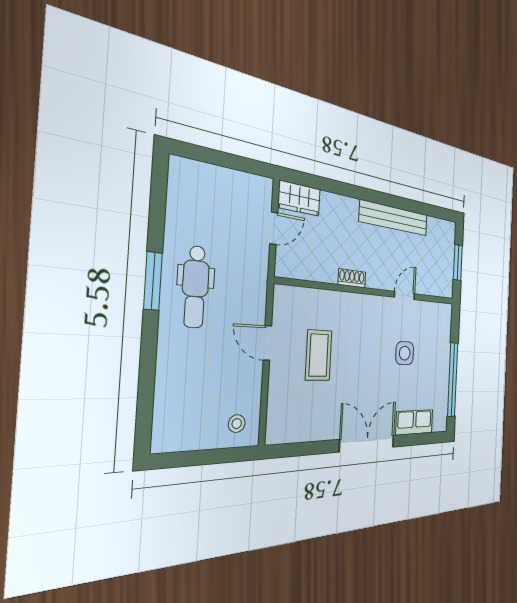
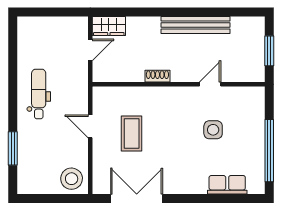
window: (153, 281) -> (13, 148), moved
dental chair: (195, 287) -> (39, 94), turned 180
stool: (237, 424) -> (72, 179), width x1.89, depth x1.89
double door: (367, 443) -> (137, 198), moved

